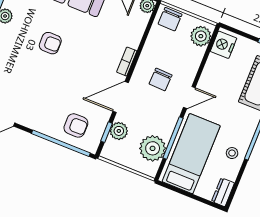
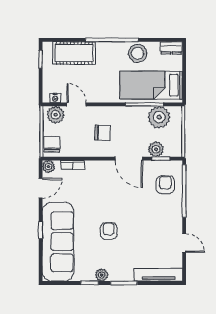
chair: (170, 19) -> (52, 144), turned -91
nightstand: (223, 45) -> (55, 98), width x0.53, depth x0.56
bookcase: (127, 62) -> (73, 165), moved
door: (189, 98) -> (76, 104), moved
stool: (232, 153) -> (138, 53), width x1.89, depth x1.89

